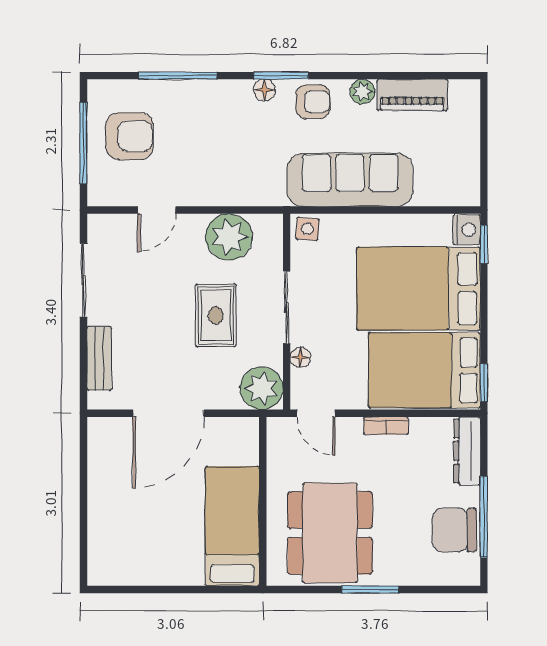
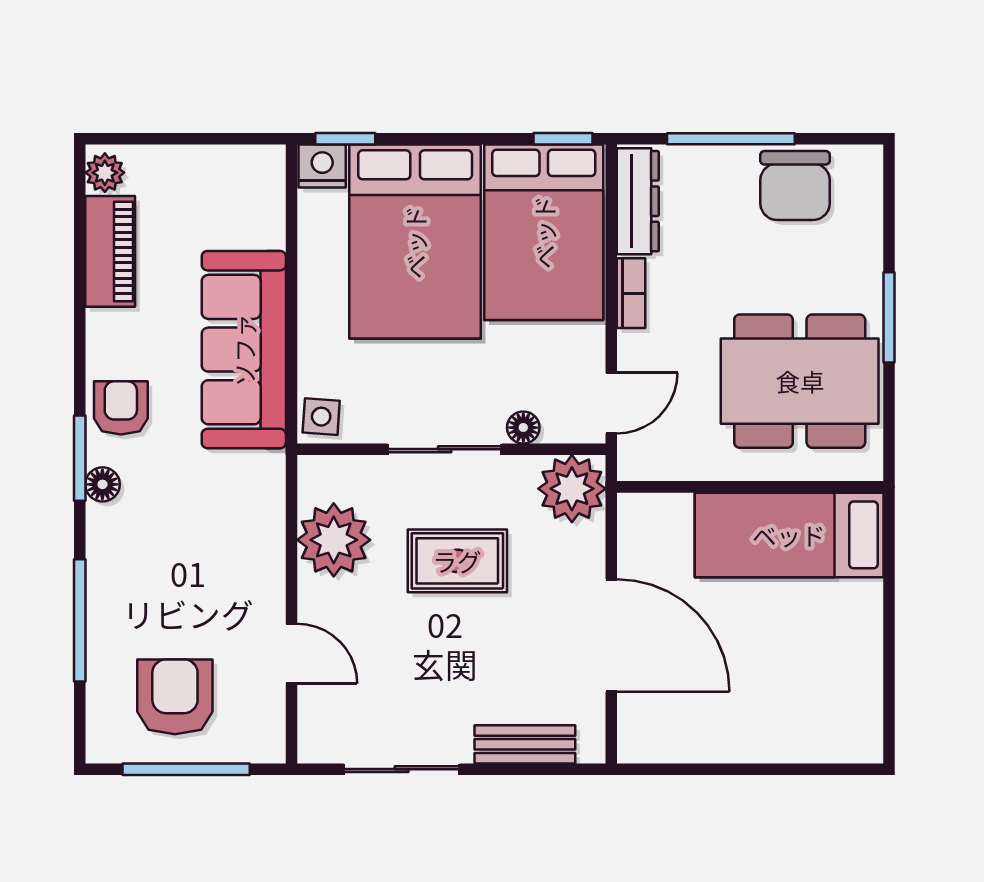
plant: (362, 92) -> (105, 173), moved
dresser: (467, 451) -> (638, 201), moved, turned -90
window: (484, 517) -> (731, 139), moved

